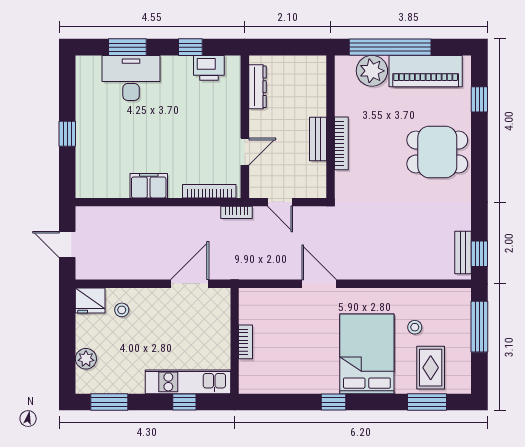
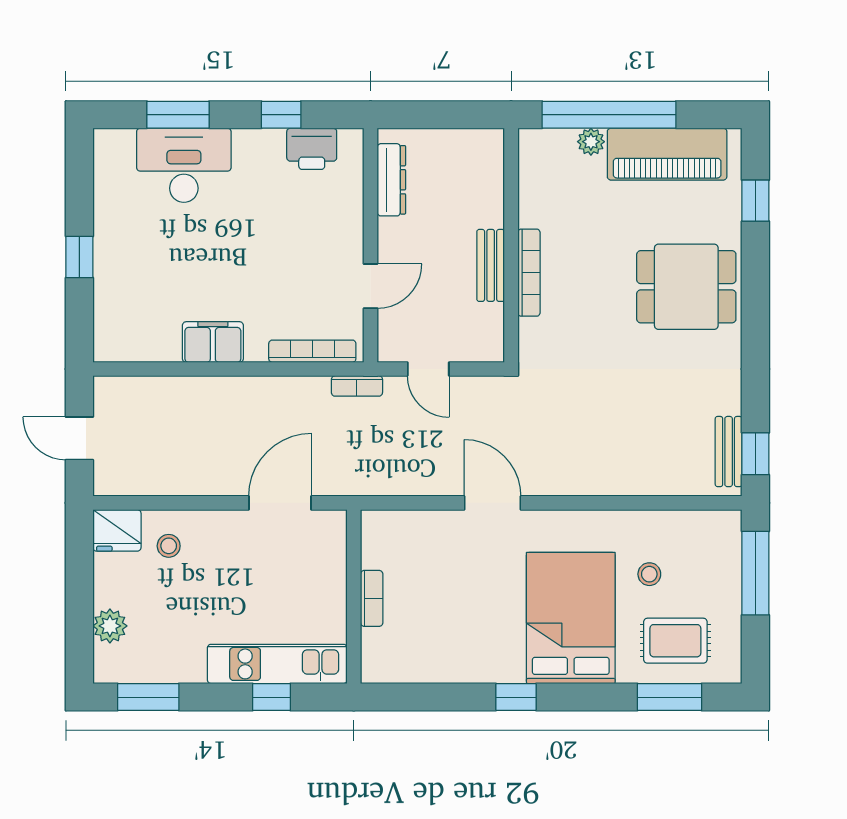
plant: (372, 71) -> (591, 142), width x0.53, depth x0.53
rug: (431, 368) -> (675, 641), turned 90

